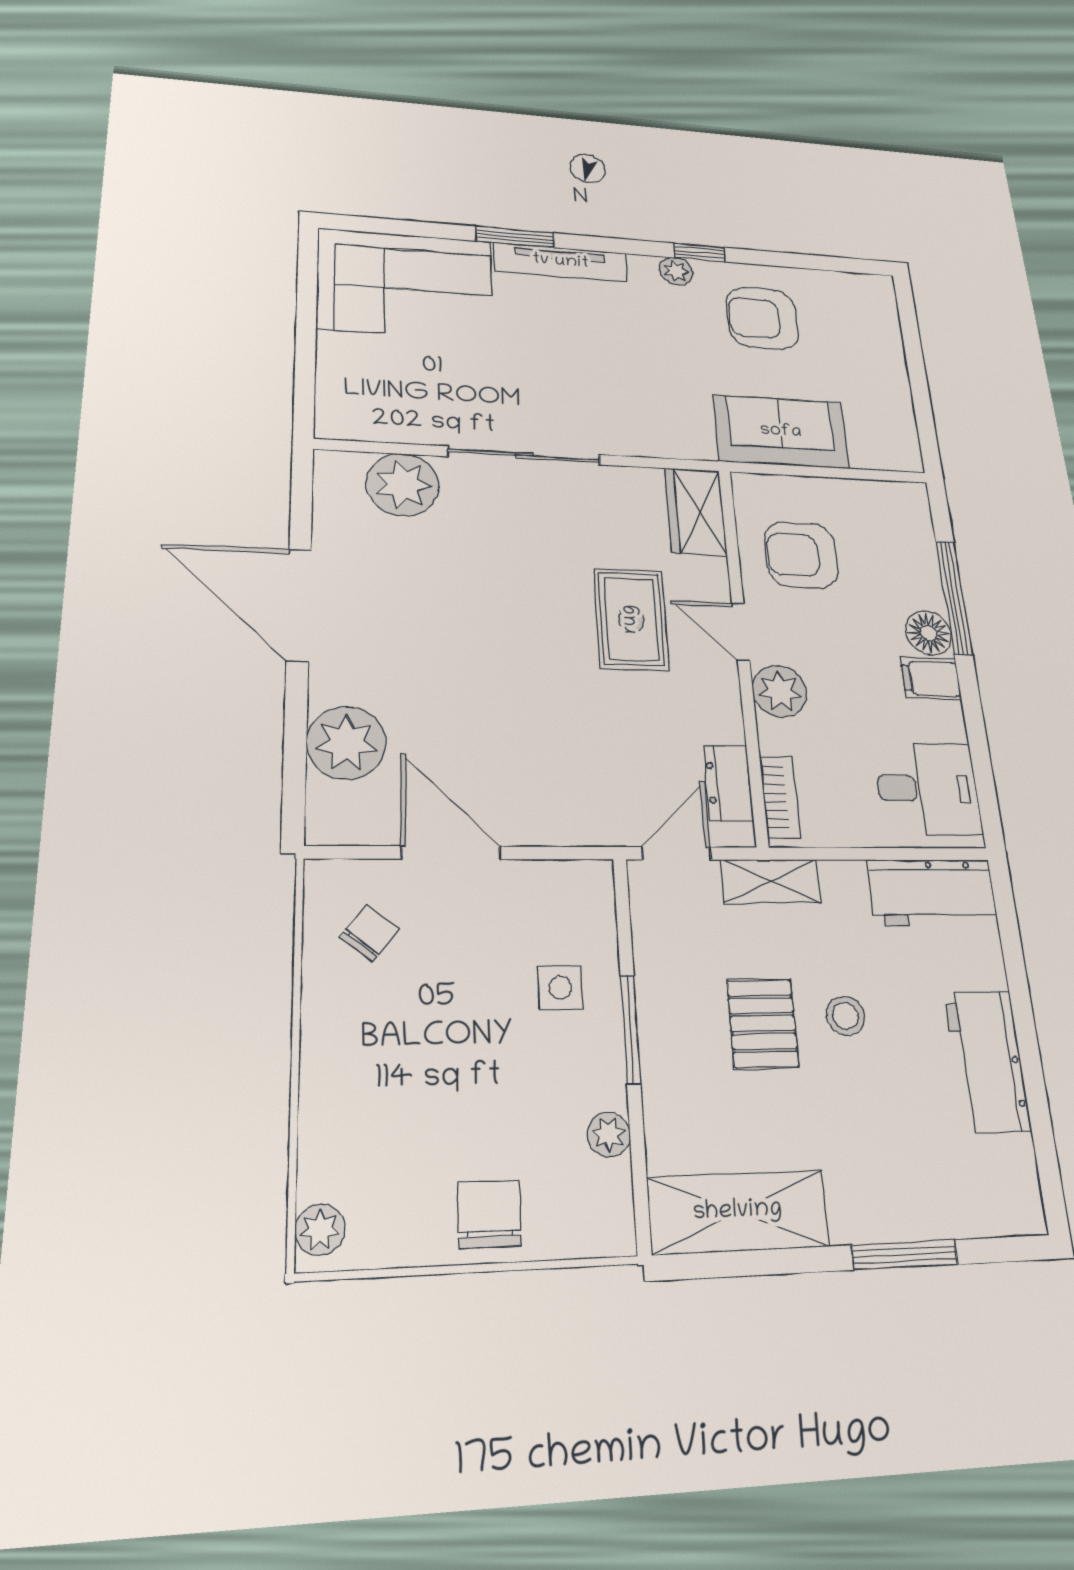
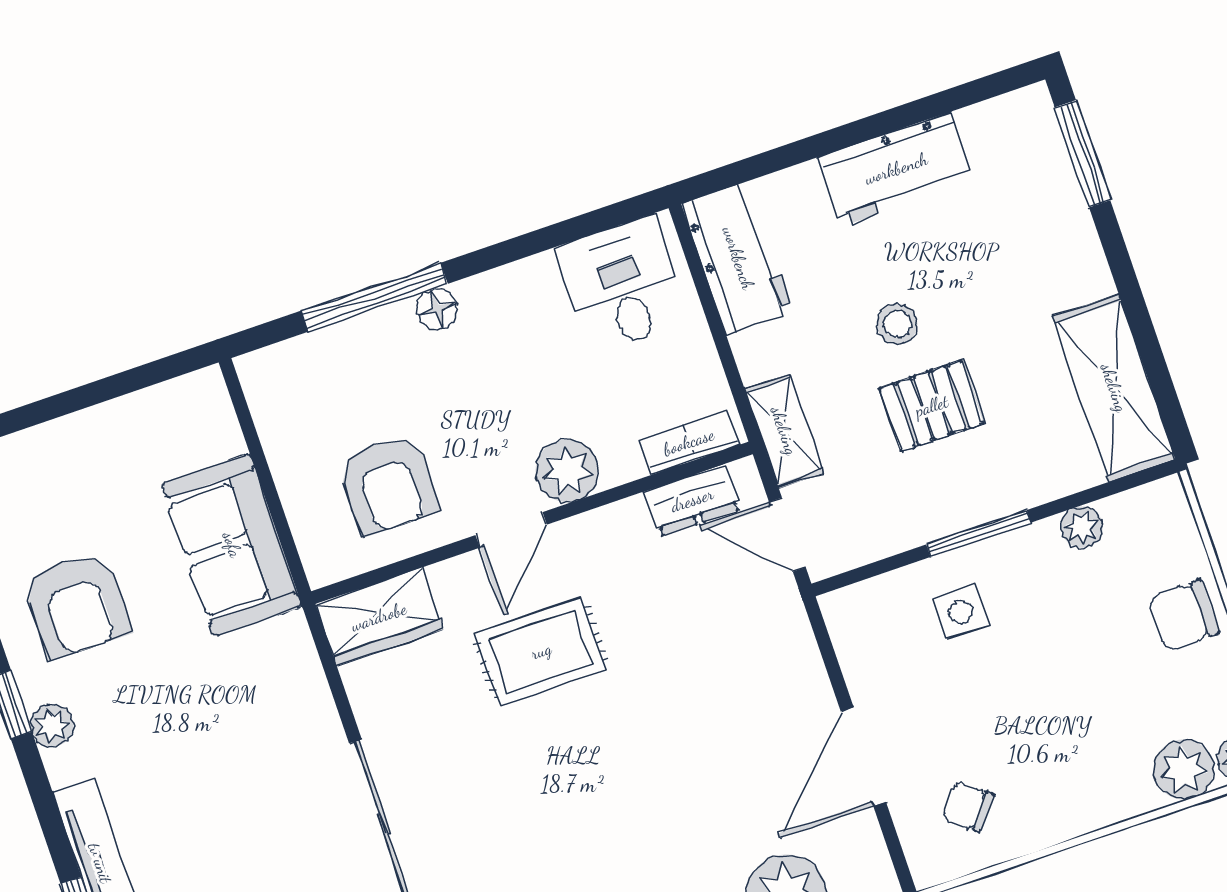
floor lamp: (929, 633) -> (437, 309), width x0.73, depth x0.73
filing cabinet: (931, 678) -> (489, 305), removed
plant: (330, 1164) -> (1184, 769), added
window: (904, 1255) -> (1083, 154), moved

